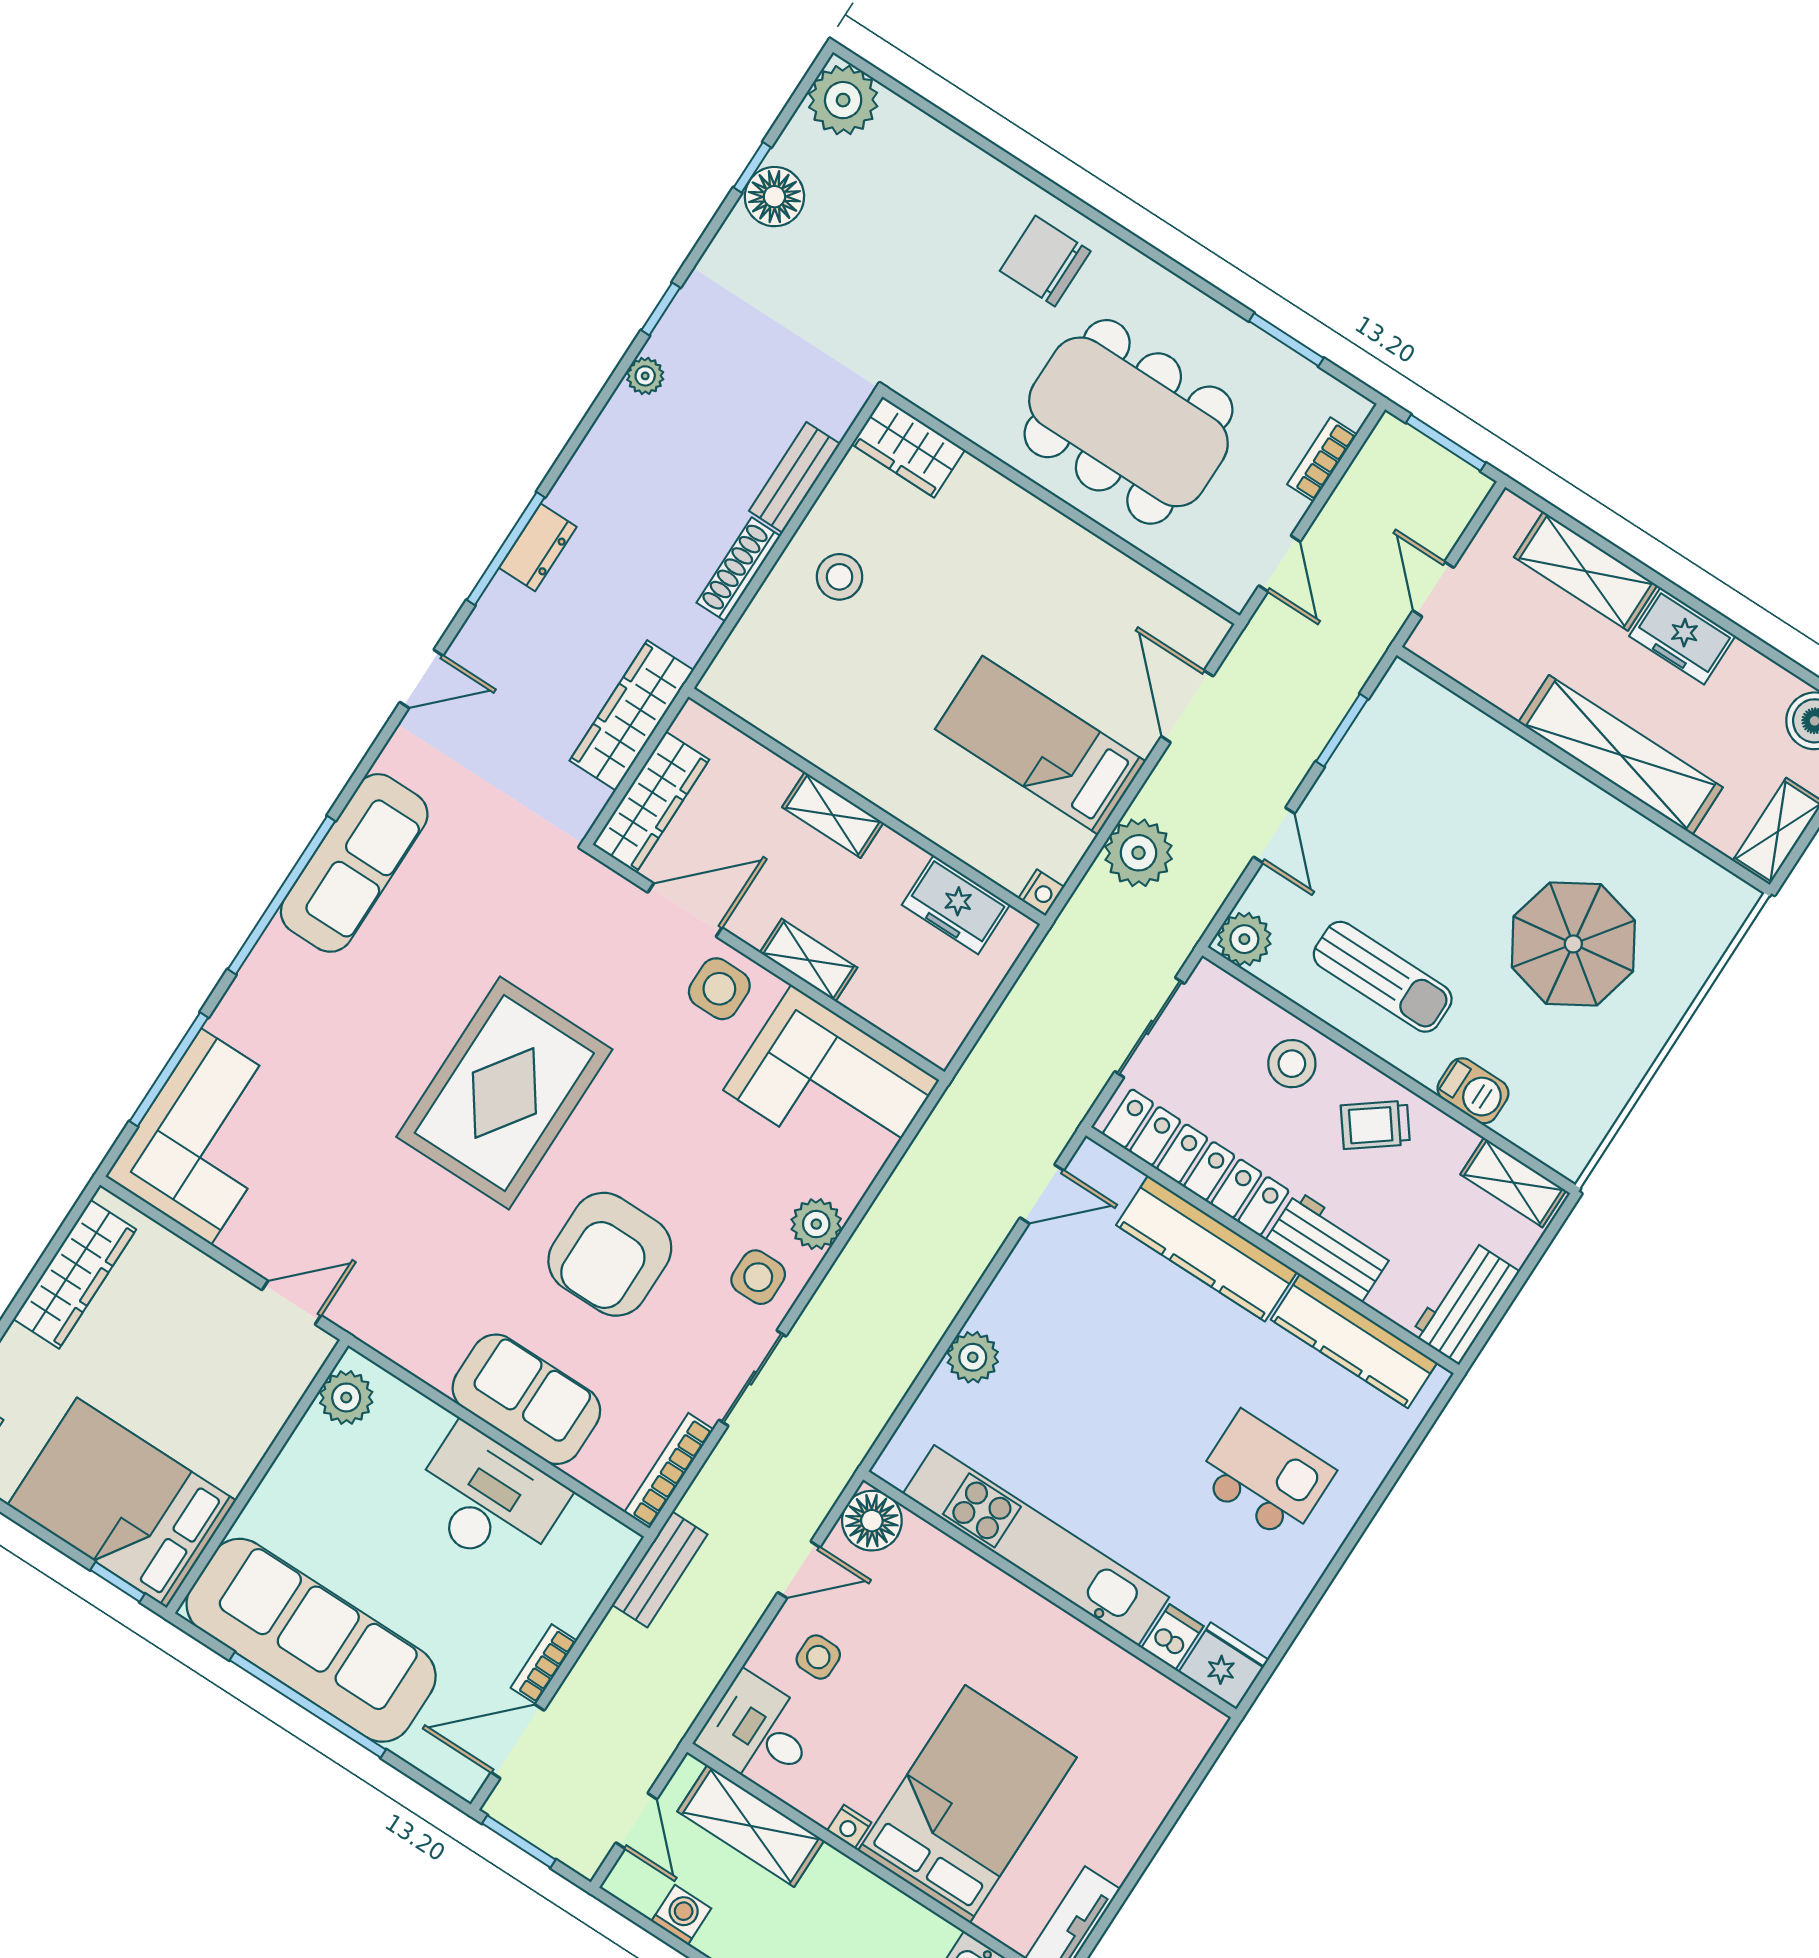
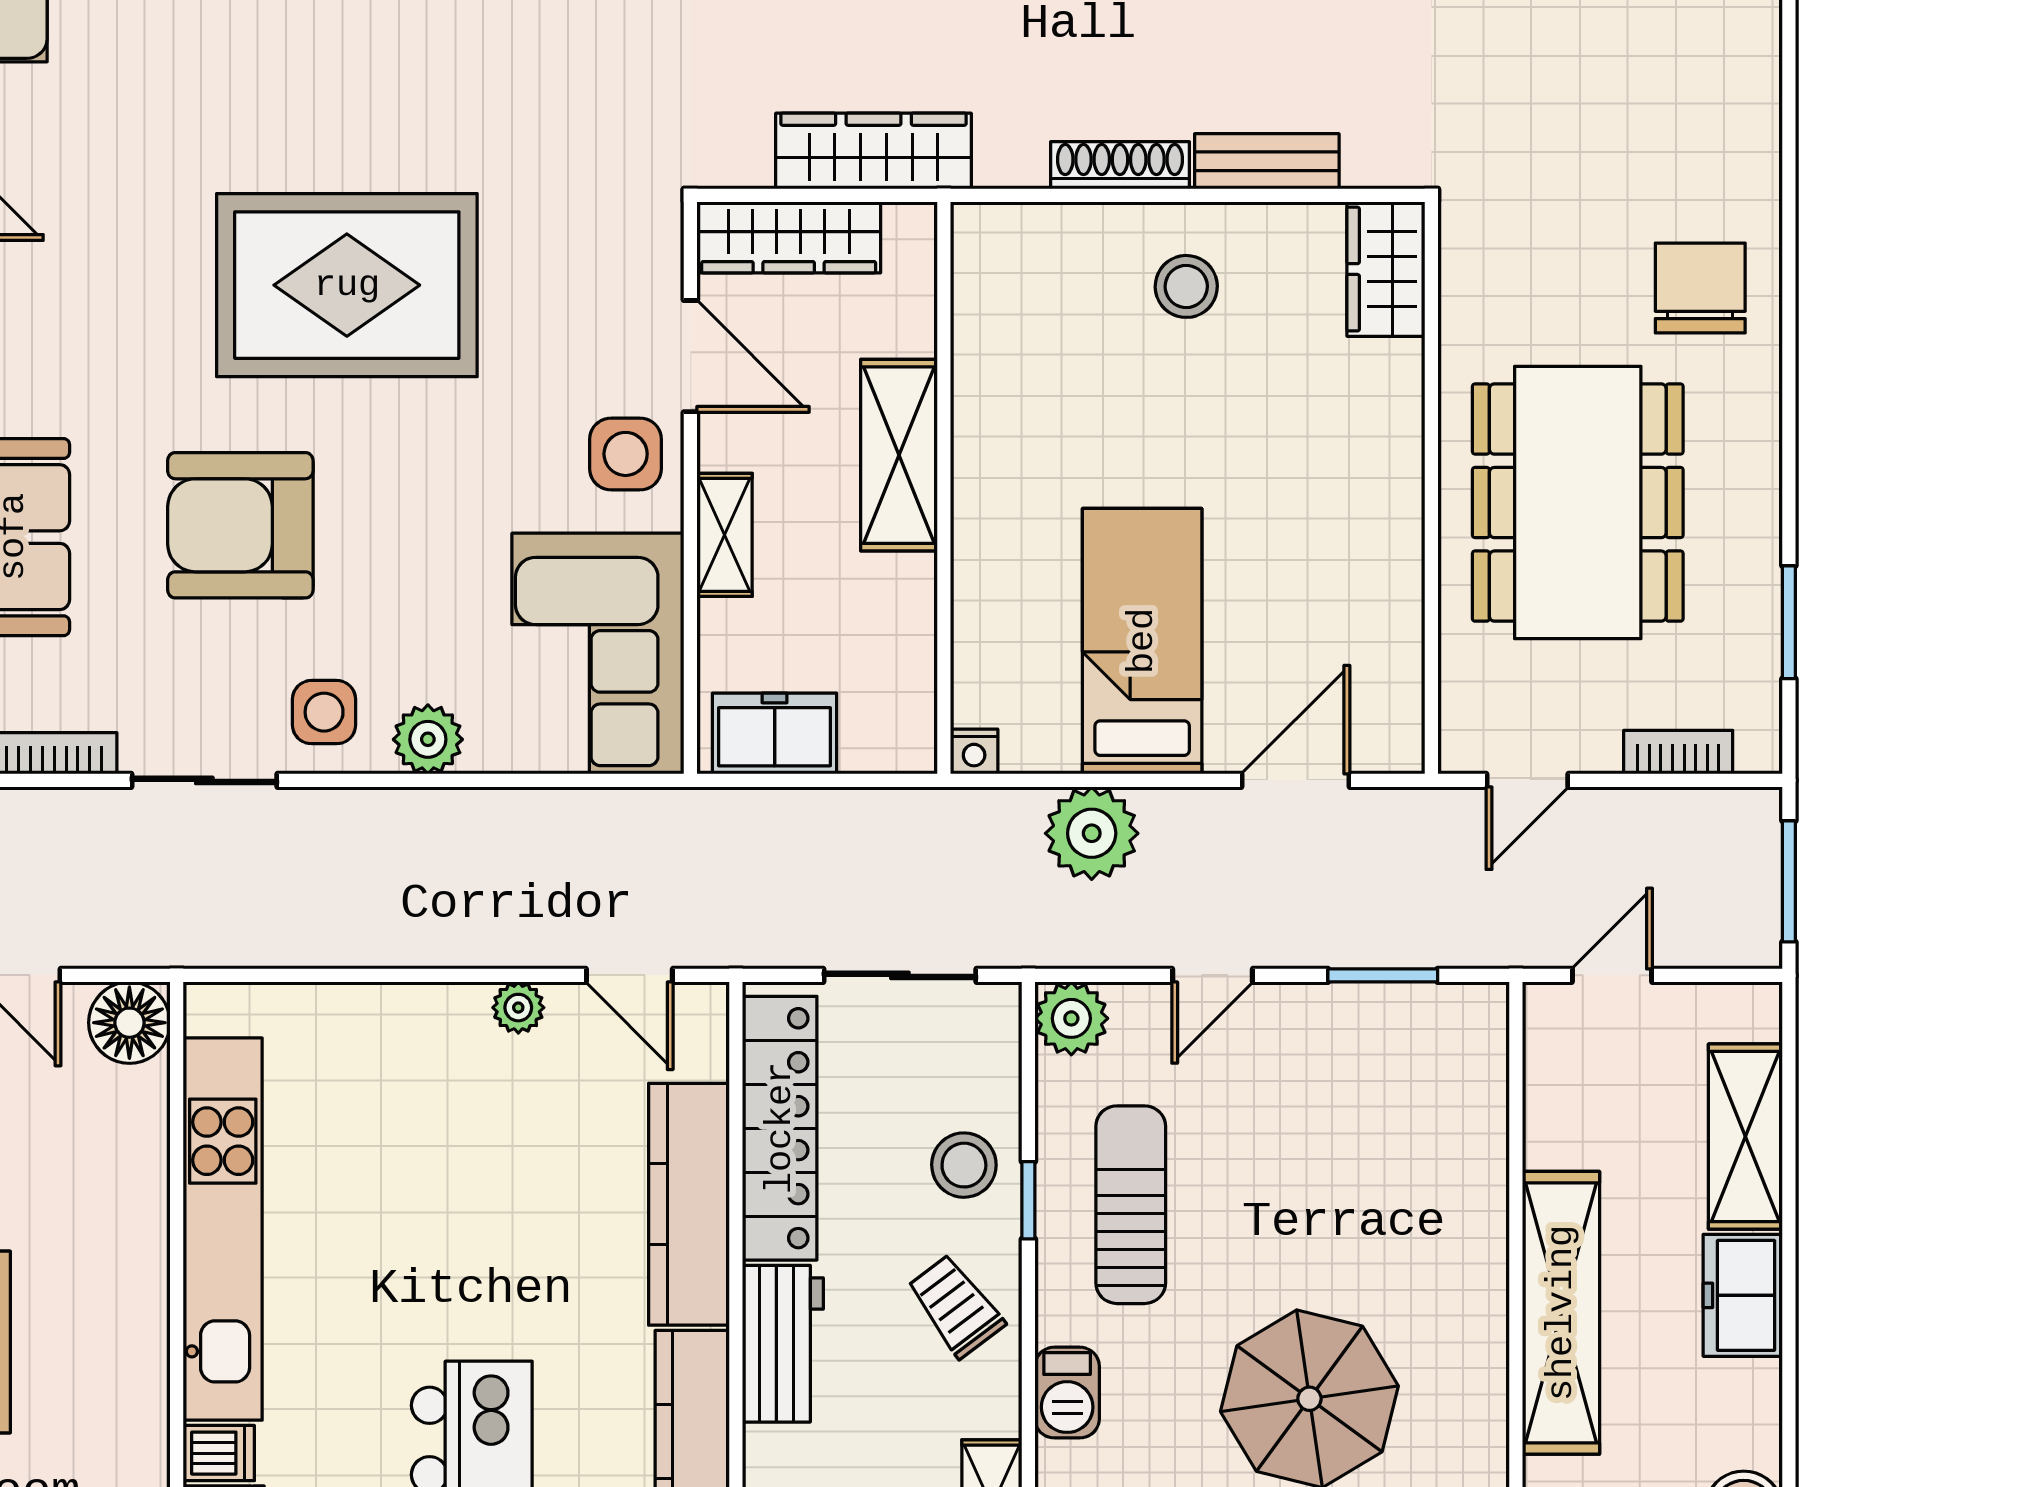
shelving: (833, 815) -> (899, 455), width x1.50, depth x1.33
freezer: (956, 905) -> (775, 734), moved, turned 90
sun lounger: (1383, 977) -> (1131, 1205), turned 180
window: (1339, 1038) -> (1028, 1200), added
plant: (973, 1357) -> (518, 1008), moved, width x0.73, depth x0.73

